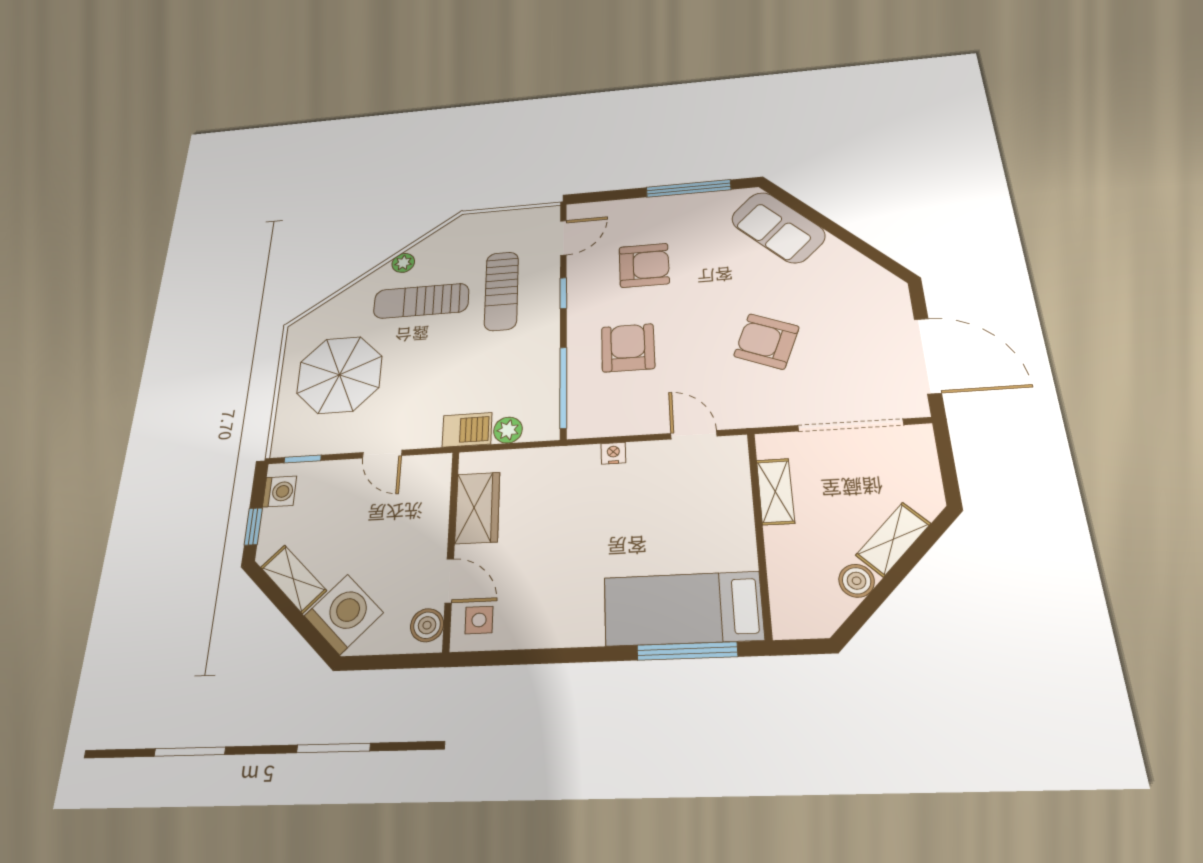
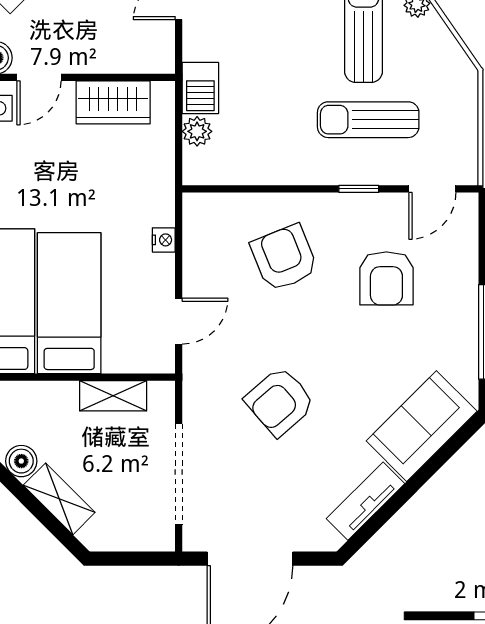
door: (563, 238) -> (432, 189), hinge flipped
tv unit: (855, 264) -> (365, 501), added
armchair: (766, 341) -> (280, 401), turned -153
armchair: (628, 348) -> (284, 258), turned -112
window: (563, 387) -> (242, 189), removed
bed: (681, 540) -> (69, 303), added

